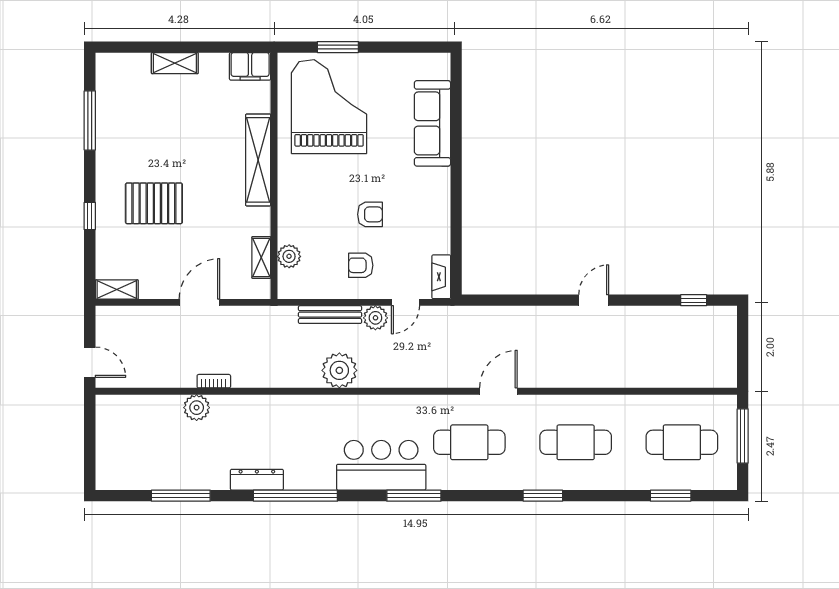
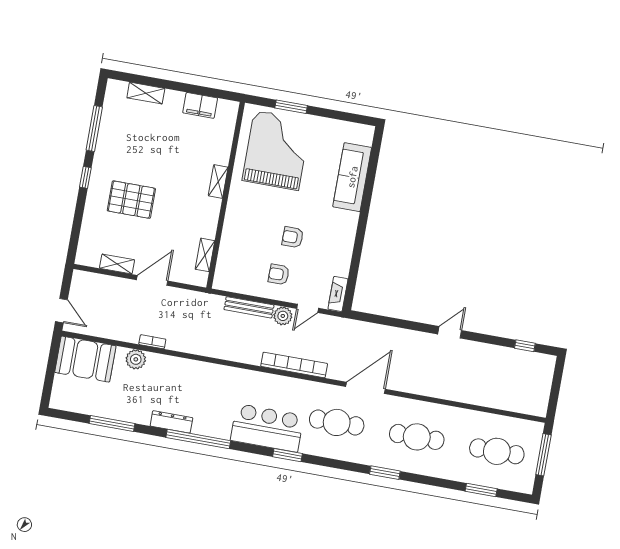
shelving: (175, 63) -> (146, 93), moved
filing cabinet: (250, 66) -> (200, 105), moved
shelving: (258, 160) -> (218, 181), width x0.45, depth x0.75
armchair: (370, 214) -> (293, 237), turned 180
window: (90, 216) -> (85, 177), moved
plant: (289, 256) -> (226, 258), removed
shelving: (117, 289) -> (117, 264), moved
plant: (339, 370) -> (248, 351), removed
bookcase: (401, 378) -> (294, 365), added
door: (498, 391) -> (366, 388), width x1.36
booth: (132, 419) -> (85, 359), added
window: (414, 496) -> (288, 455), width x0.69

